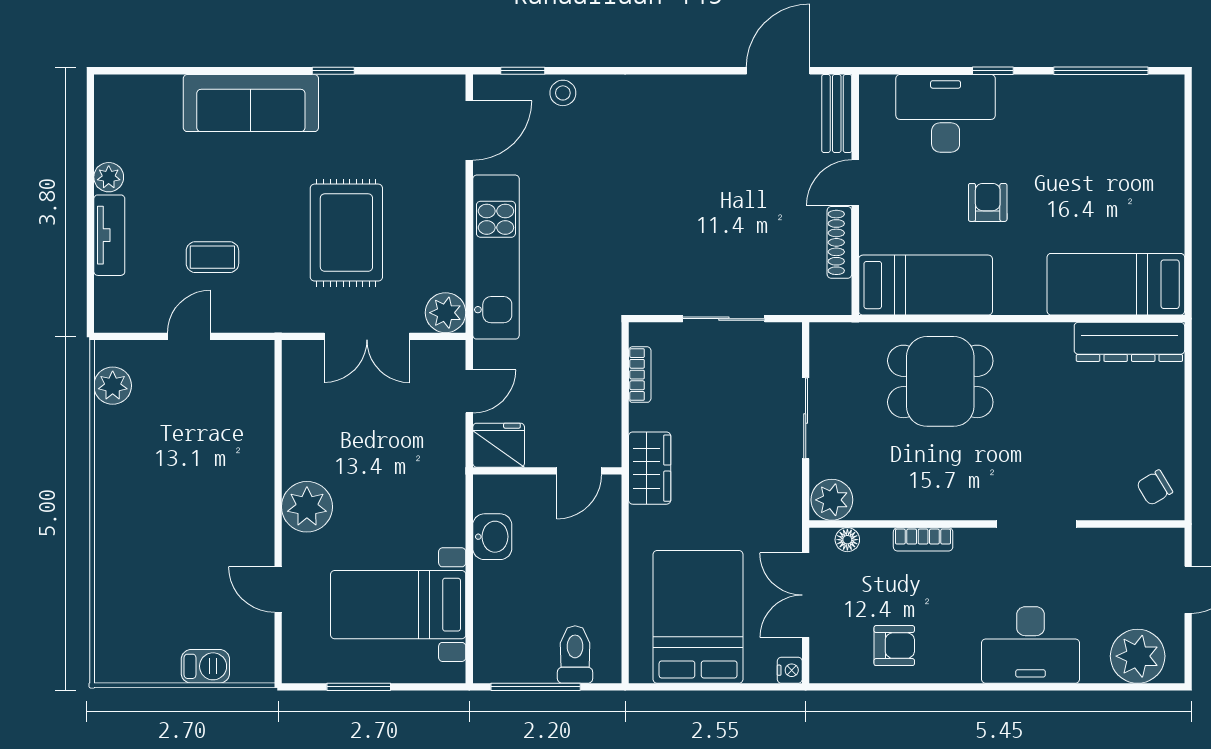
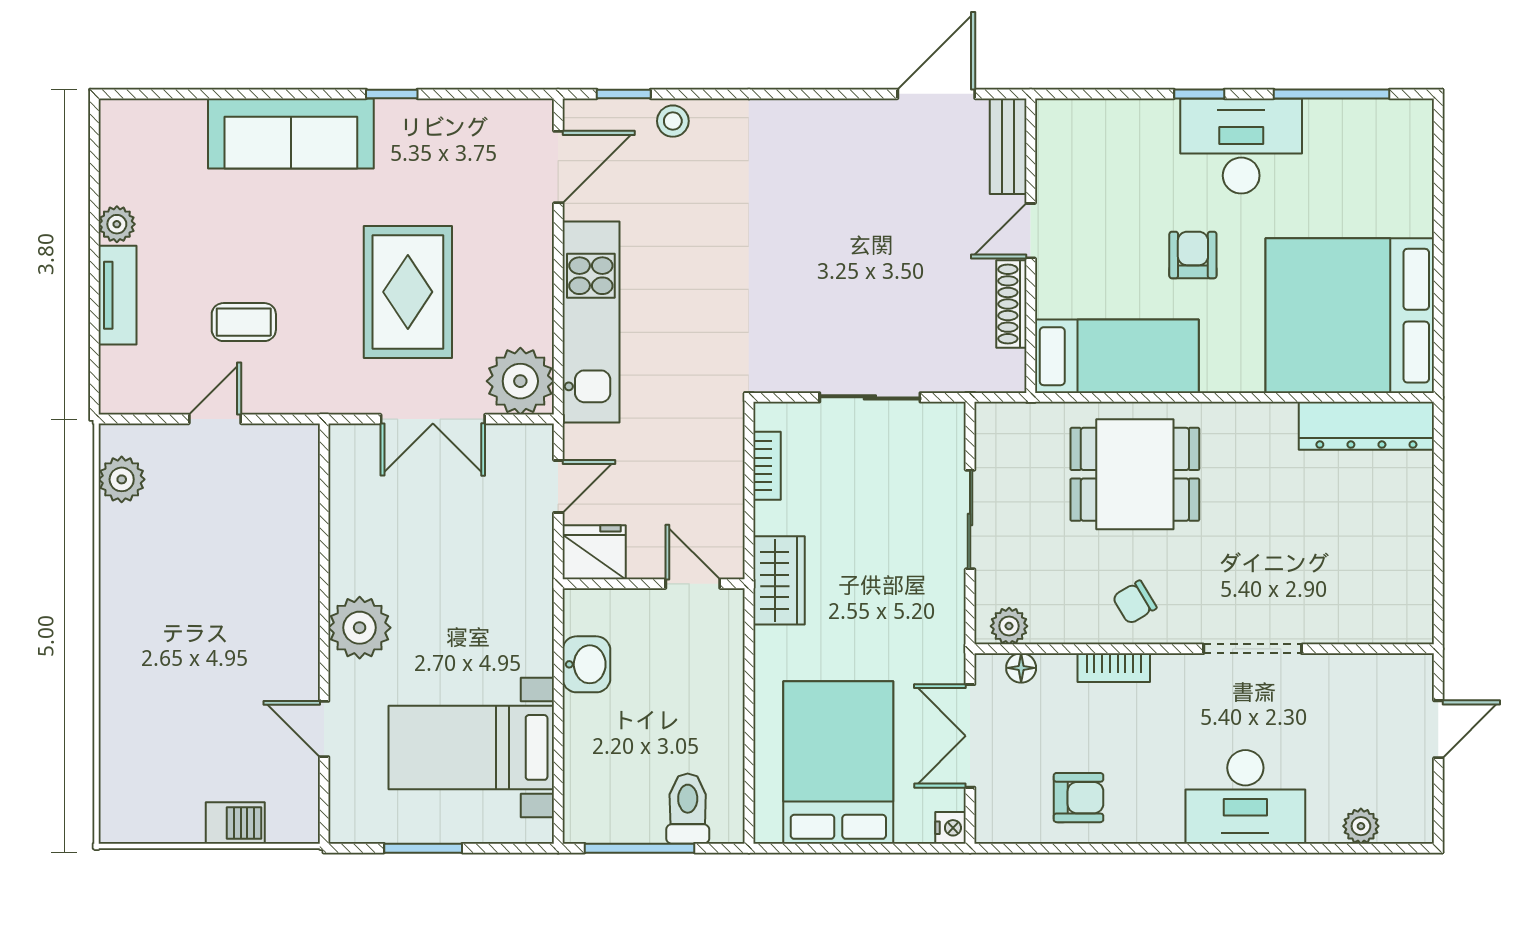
desk: (946, 113) -> (1241, 146), moved
bed: (1116, 284) -> (1350, 316), width x2.04
plant: (446, 313) -> (520, 381), width x1.36, depth x1.36
door: (579, 471) -> (693, 584), swing flipped
chair: (1155, 488) -> (1134, 602), moved
plant: (832, 500) -> (1009, 626), width x0.73, depth x0.73
plant: (1138, 656) -> (1361, 826), width x0.53, depth x0.53

